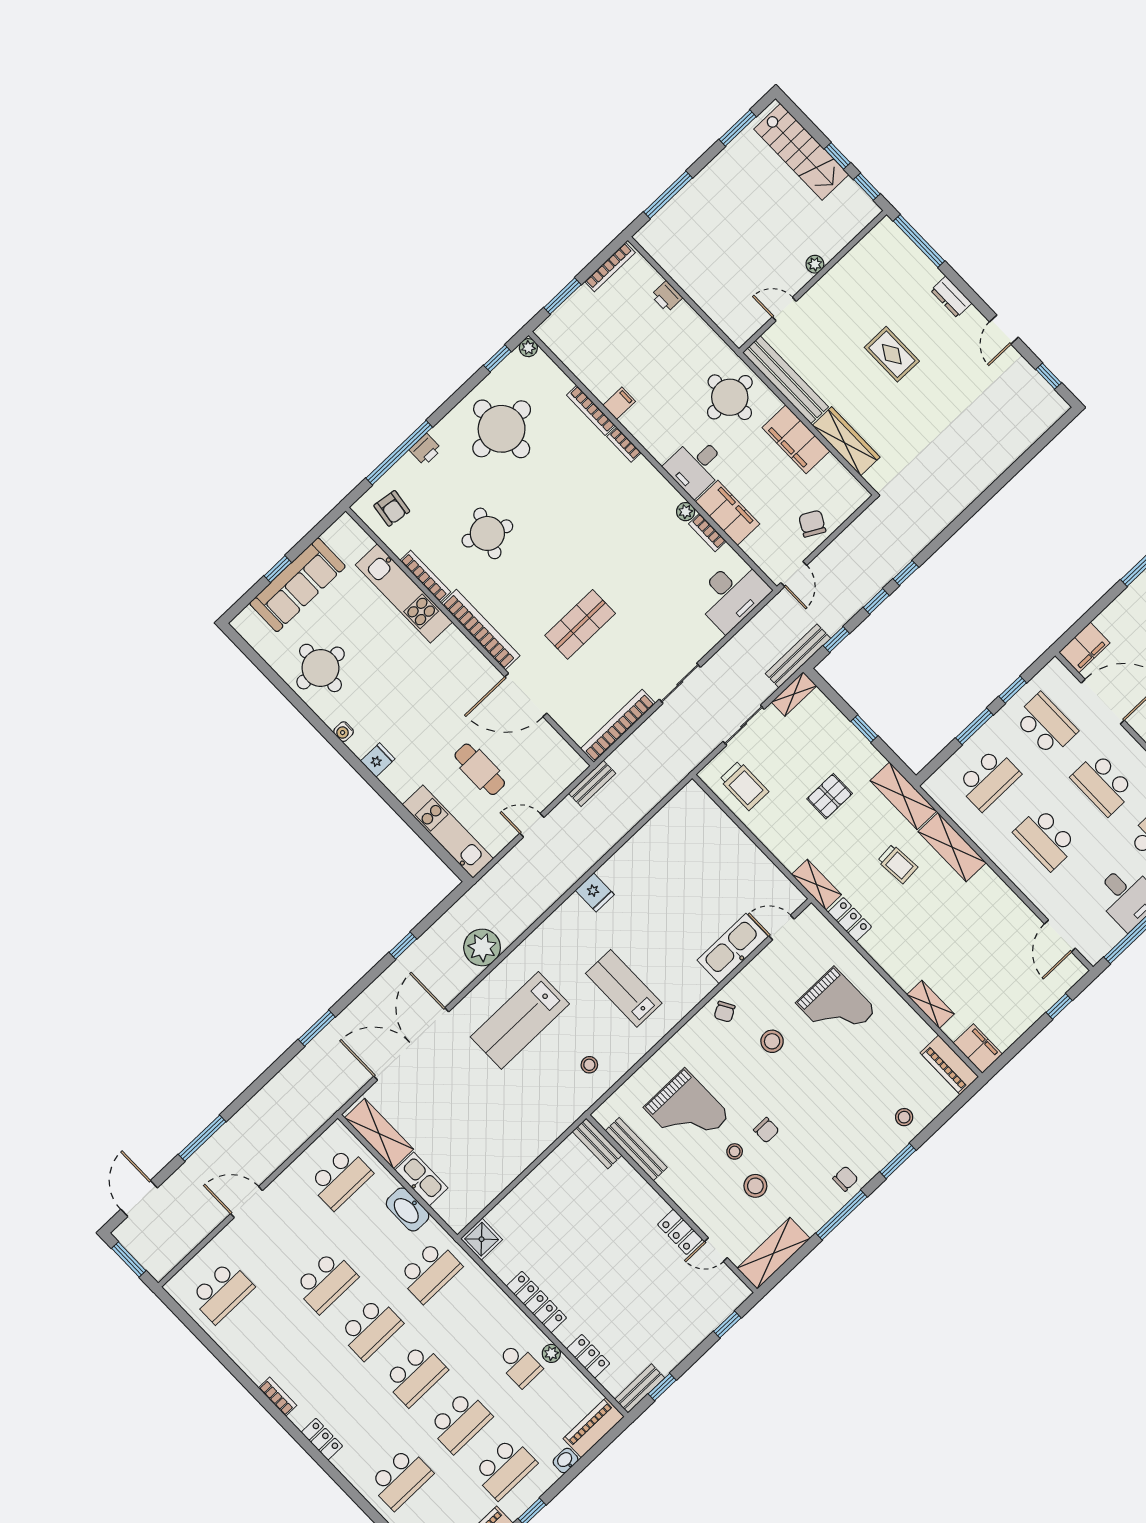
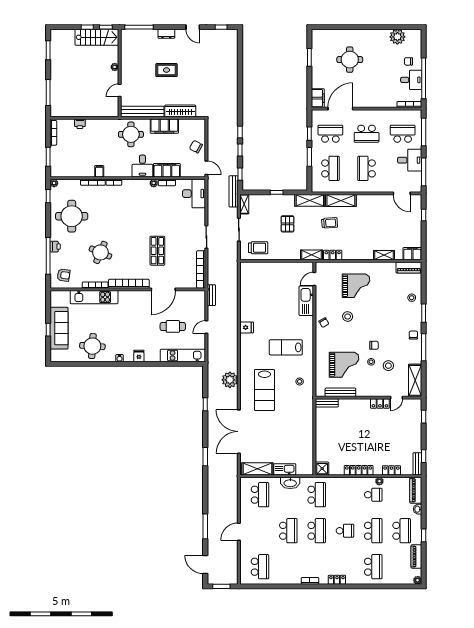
stairs: (801, 152) -> (97, 37), moved
school desk: (1046, 839) -> (367, 168), turned 90
school desk: (415, 1375) -> (345, 531), width x0.54

